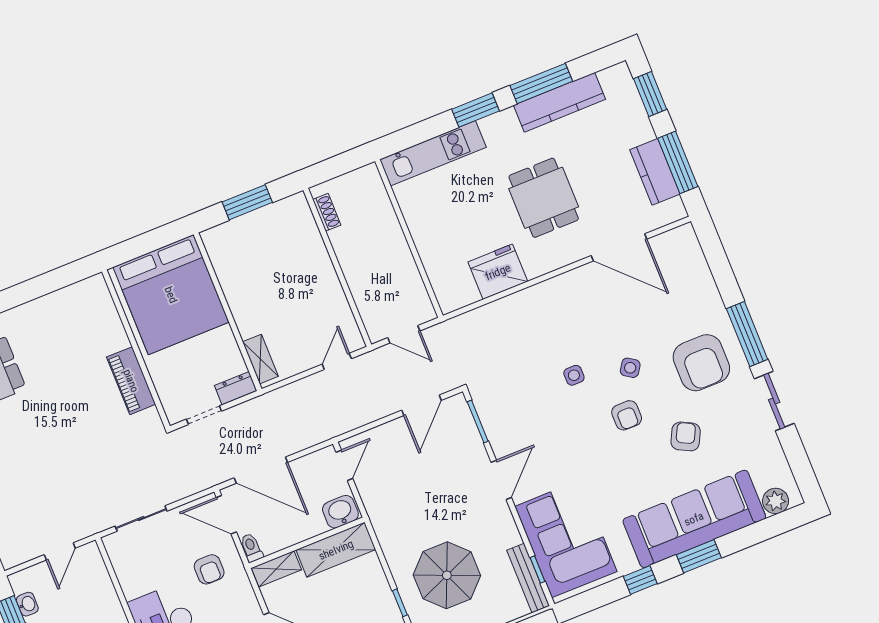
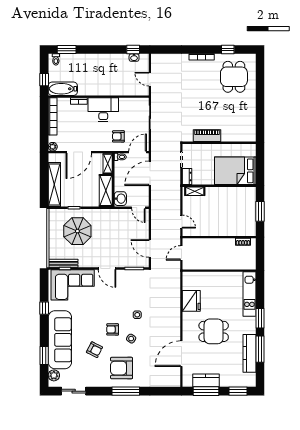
bed: (171, 295) -> (235, 171), width x0.73
sliding door: (774, 401) -> (74, 391), moved
window: (699, 556) -> (44, 355), moved

